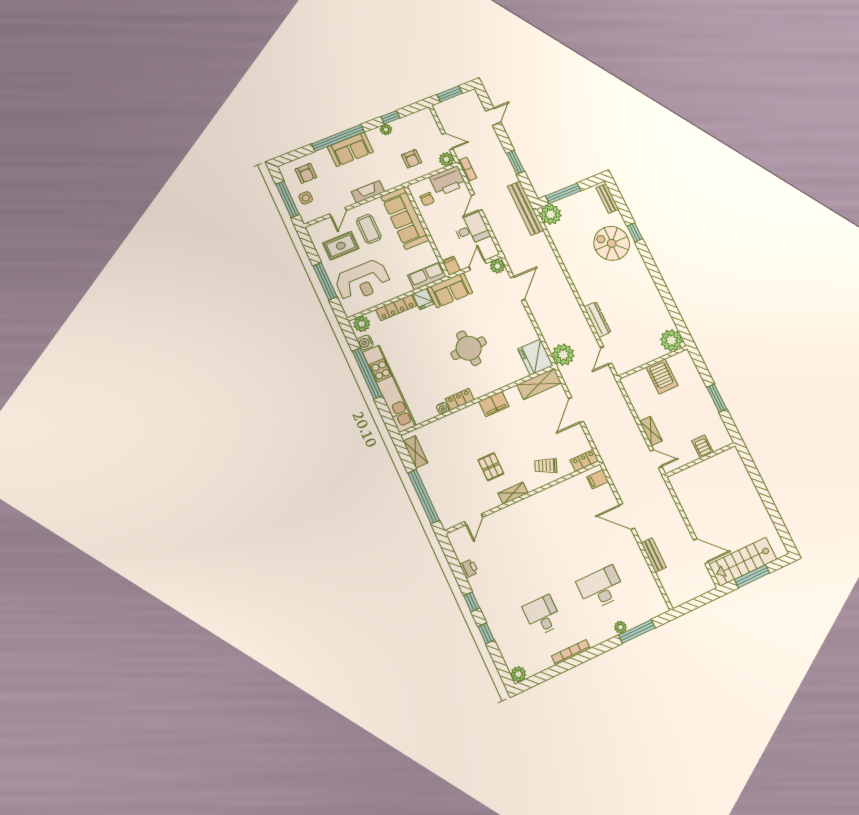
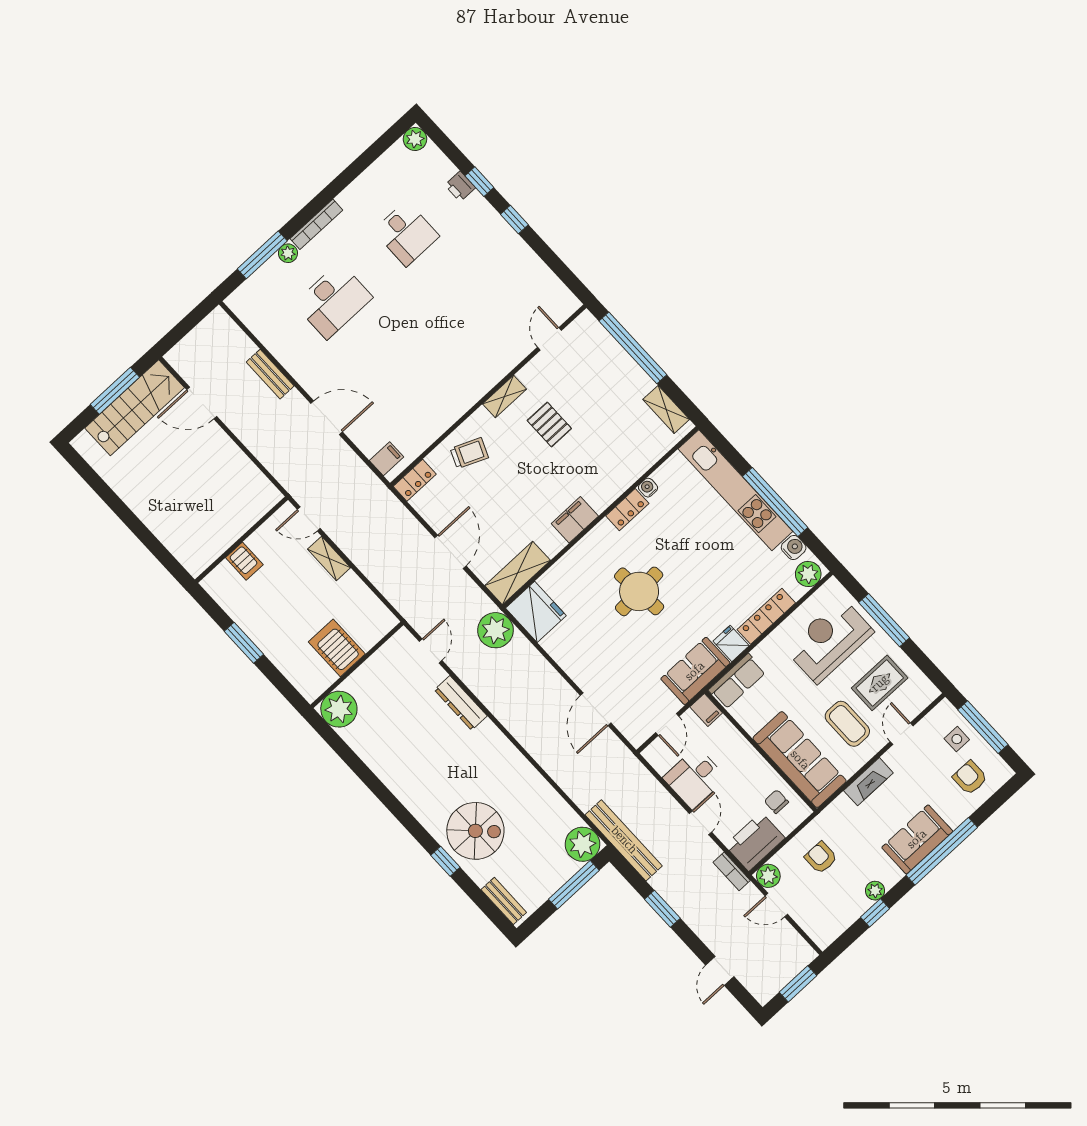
plant: (497, 266) -> (637, 733), removed
printer: (469, 568) -> (460, 186), moved
bookcase: (571, 652) -> (316, 224), moved

